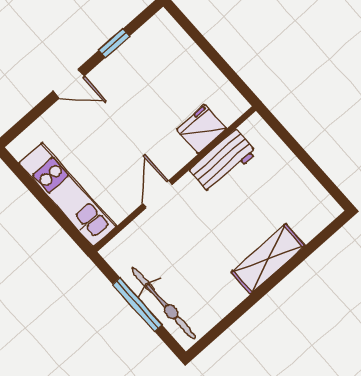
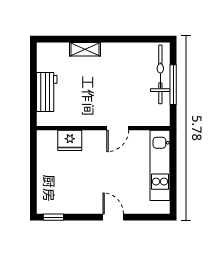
window: (114, 43) -> (53, 217), moved
workbench: (223, 161) -> (47, 92), moved, turned 90
shelving: (268, 259) -> (85, 49), width x0.67, depth x0.75

